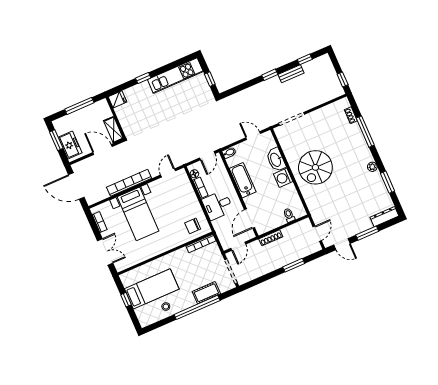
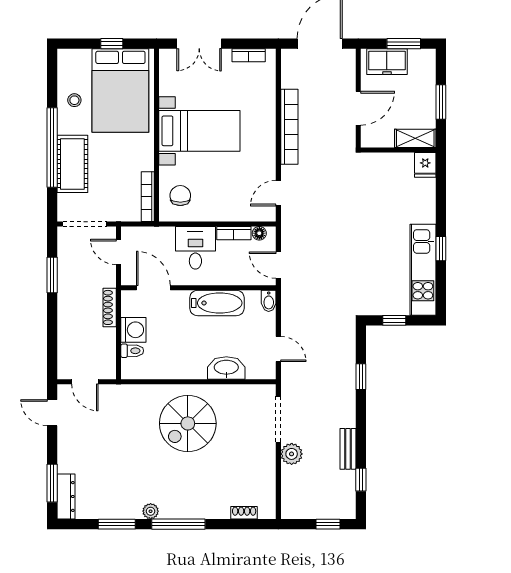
window: (270, 75) -> (361, 377), moved
window: (143, 78) -> (441, 249), moved
window: (343, 79) -> (328, 524), moved
plant: (307, 103) -> (292, 454), added
window: (79, 106) -> (441, 102), width x0.69
shelving: (113, 130) -> (415, 138), moved
window: (365, 132) -> (178, 524), moved
door: (253, 136) -> (278, 349), hinge flipped
spiral stairs: (315, 167) -> (188, 423), turned -90
door: (168, 173) -> (278, 193), swing flipped
washing machine: (283, 178) -> (133, 330), moved, turned 90
bed with nightstands: (138, 214) -> (199, 131), moved, turned 180
window: (367, 233) -> (52, 483), moved
door: (342, 244) -> (52, 413), hinge flipped
window: (294, 265) -> (52, 275), moved
bed: (152, 289) -> (120, 90), width x1.50
cot: (206, 293) -> (72, 164), width x1.37, depth x1.34

